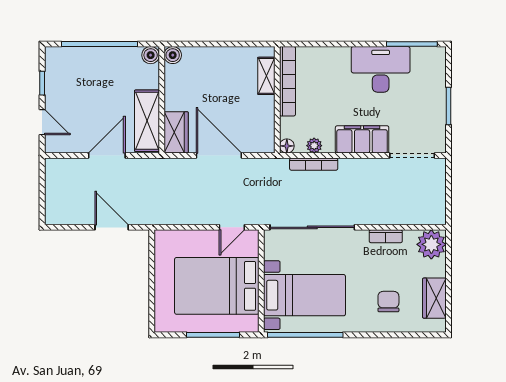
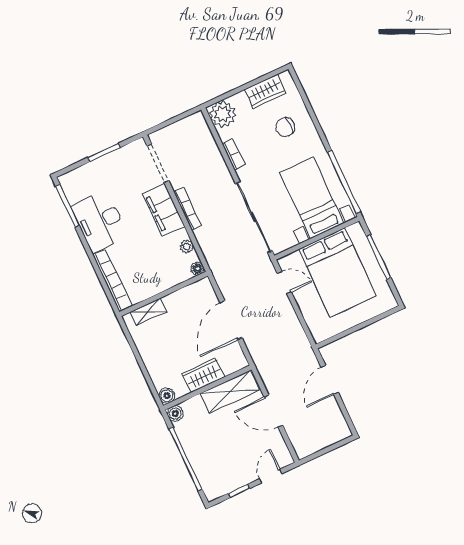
bookcase: (287, 81) -> (112, 280), moved, turned 90
wardrobe: (176, 132) -> (203, 375), moved
bookcase: (314, 164) -> (187, 209), moved

